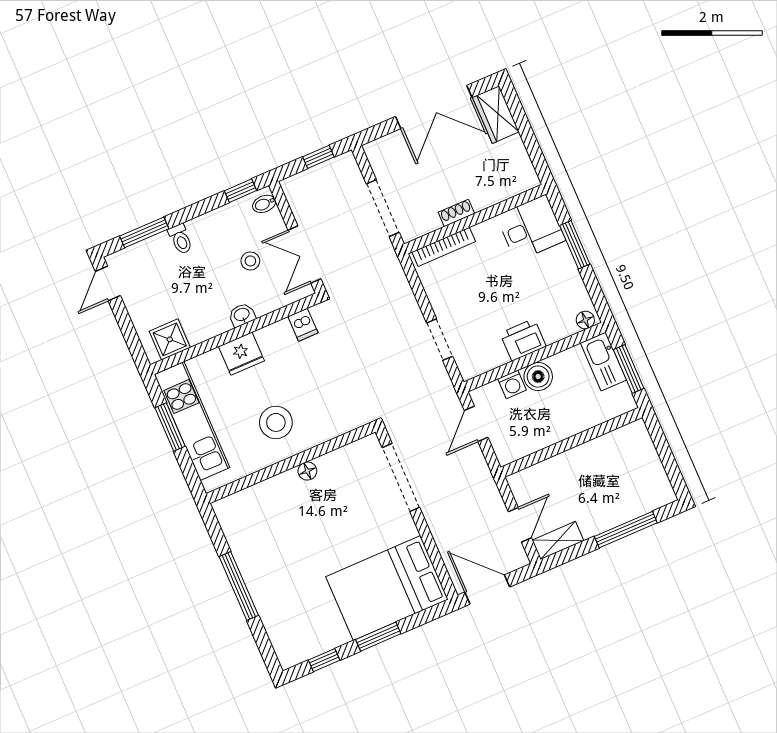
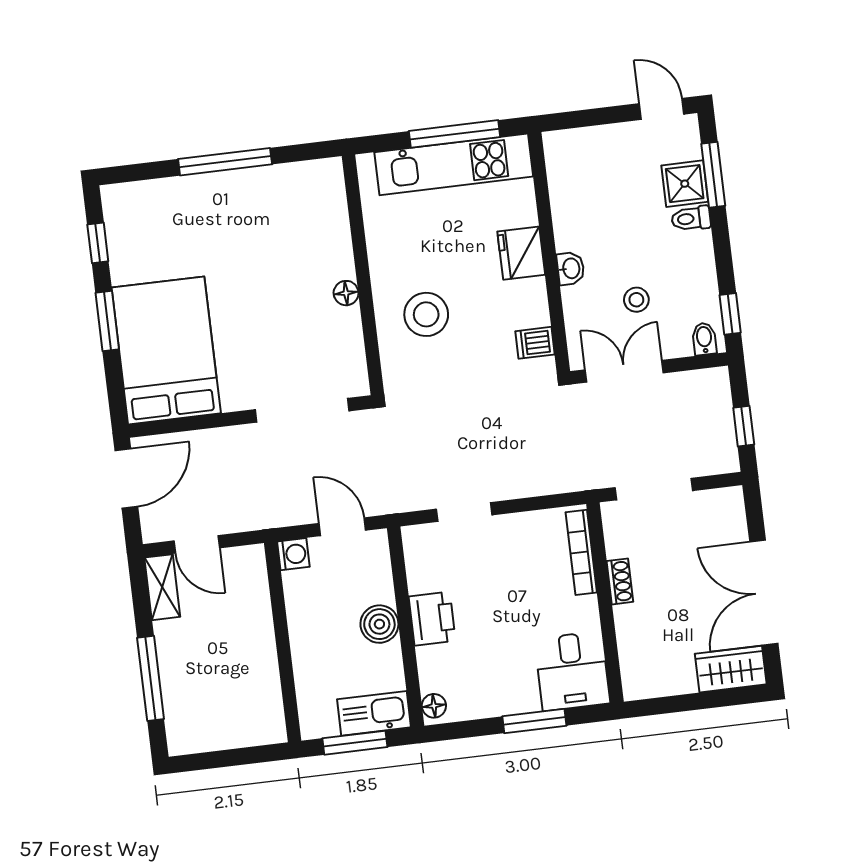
shower: (170, 339) -> (685, 184), moved
washing machine: (512, 384) -> (293, 554), moved, turned 180
stool: (276, 422) -> (426, 314), moved
window: (170, 427) -> (454, 134), width x1.44

